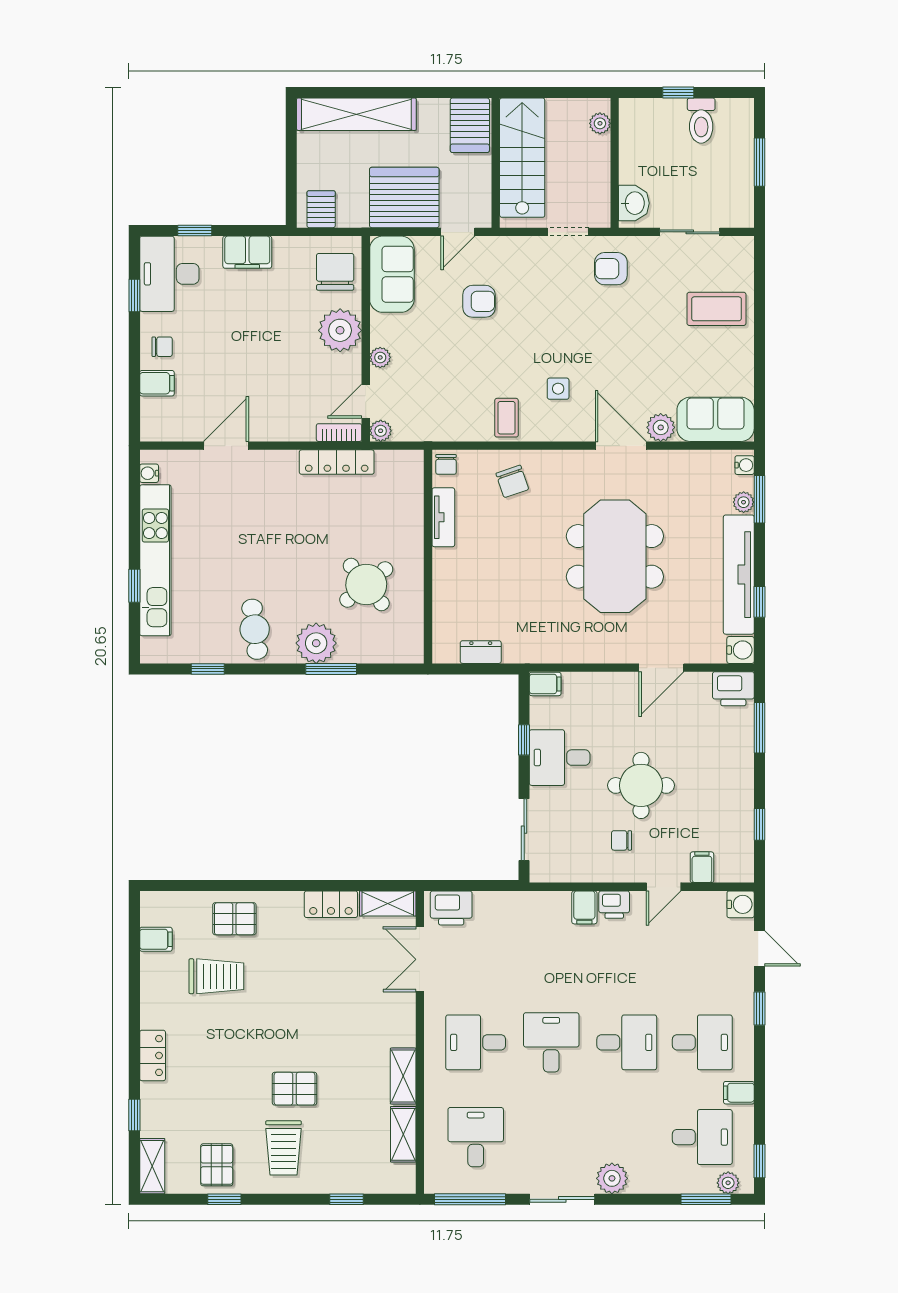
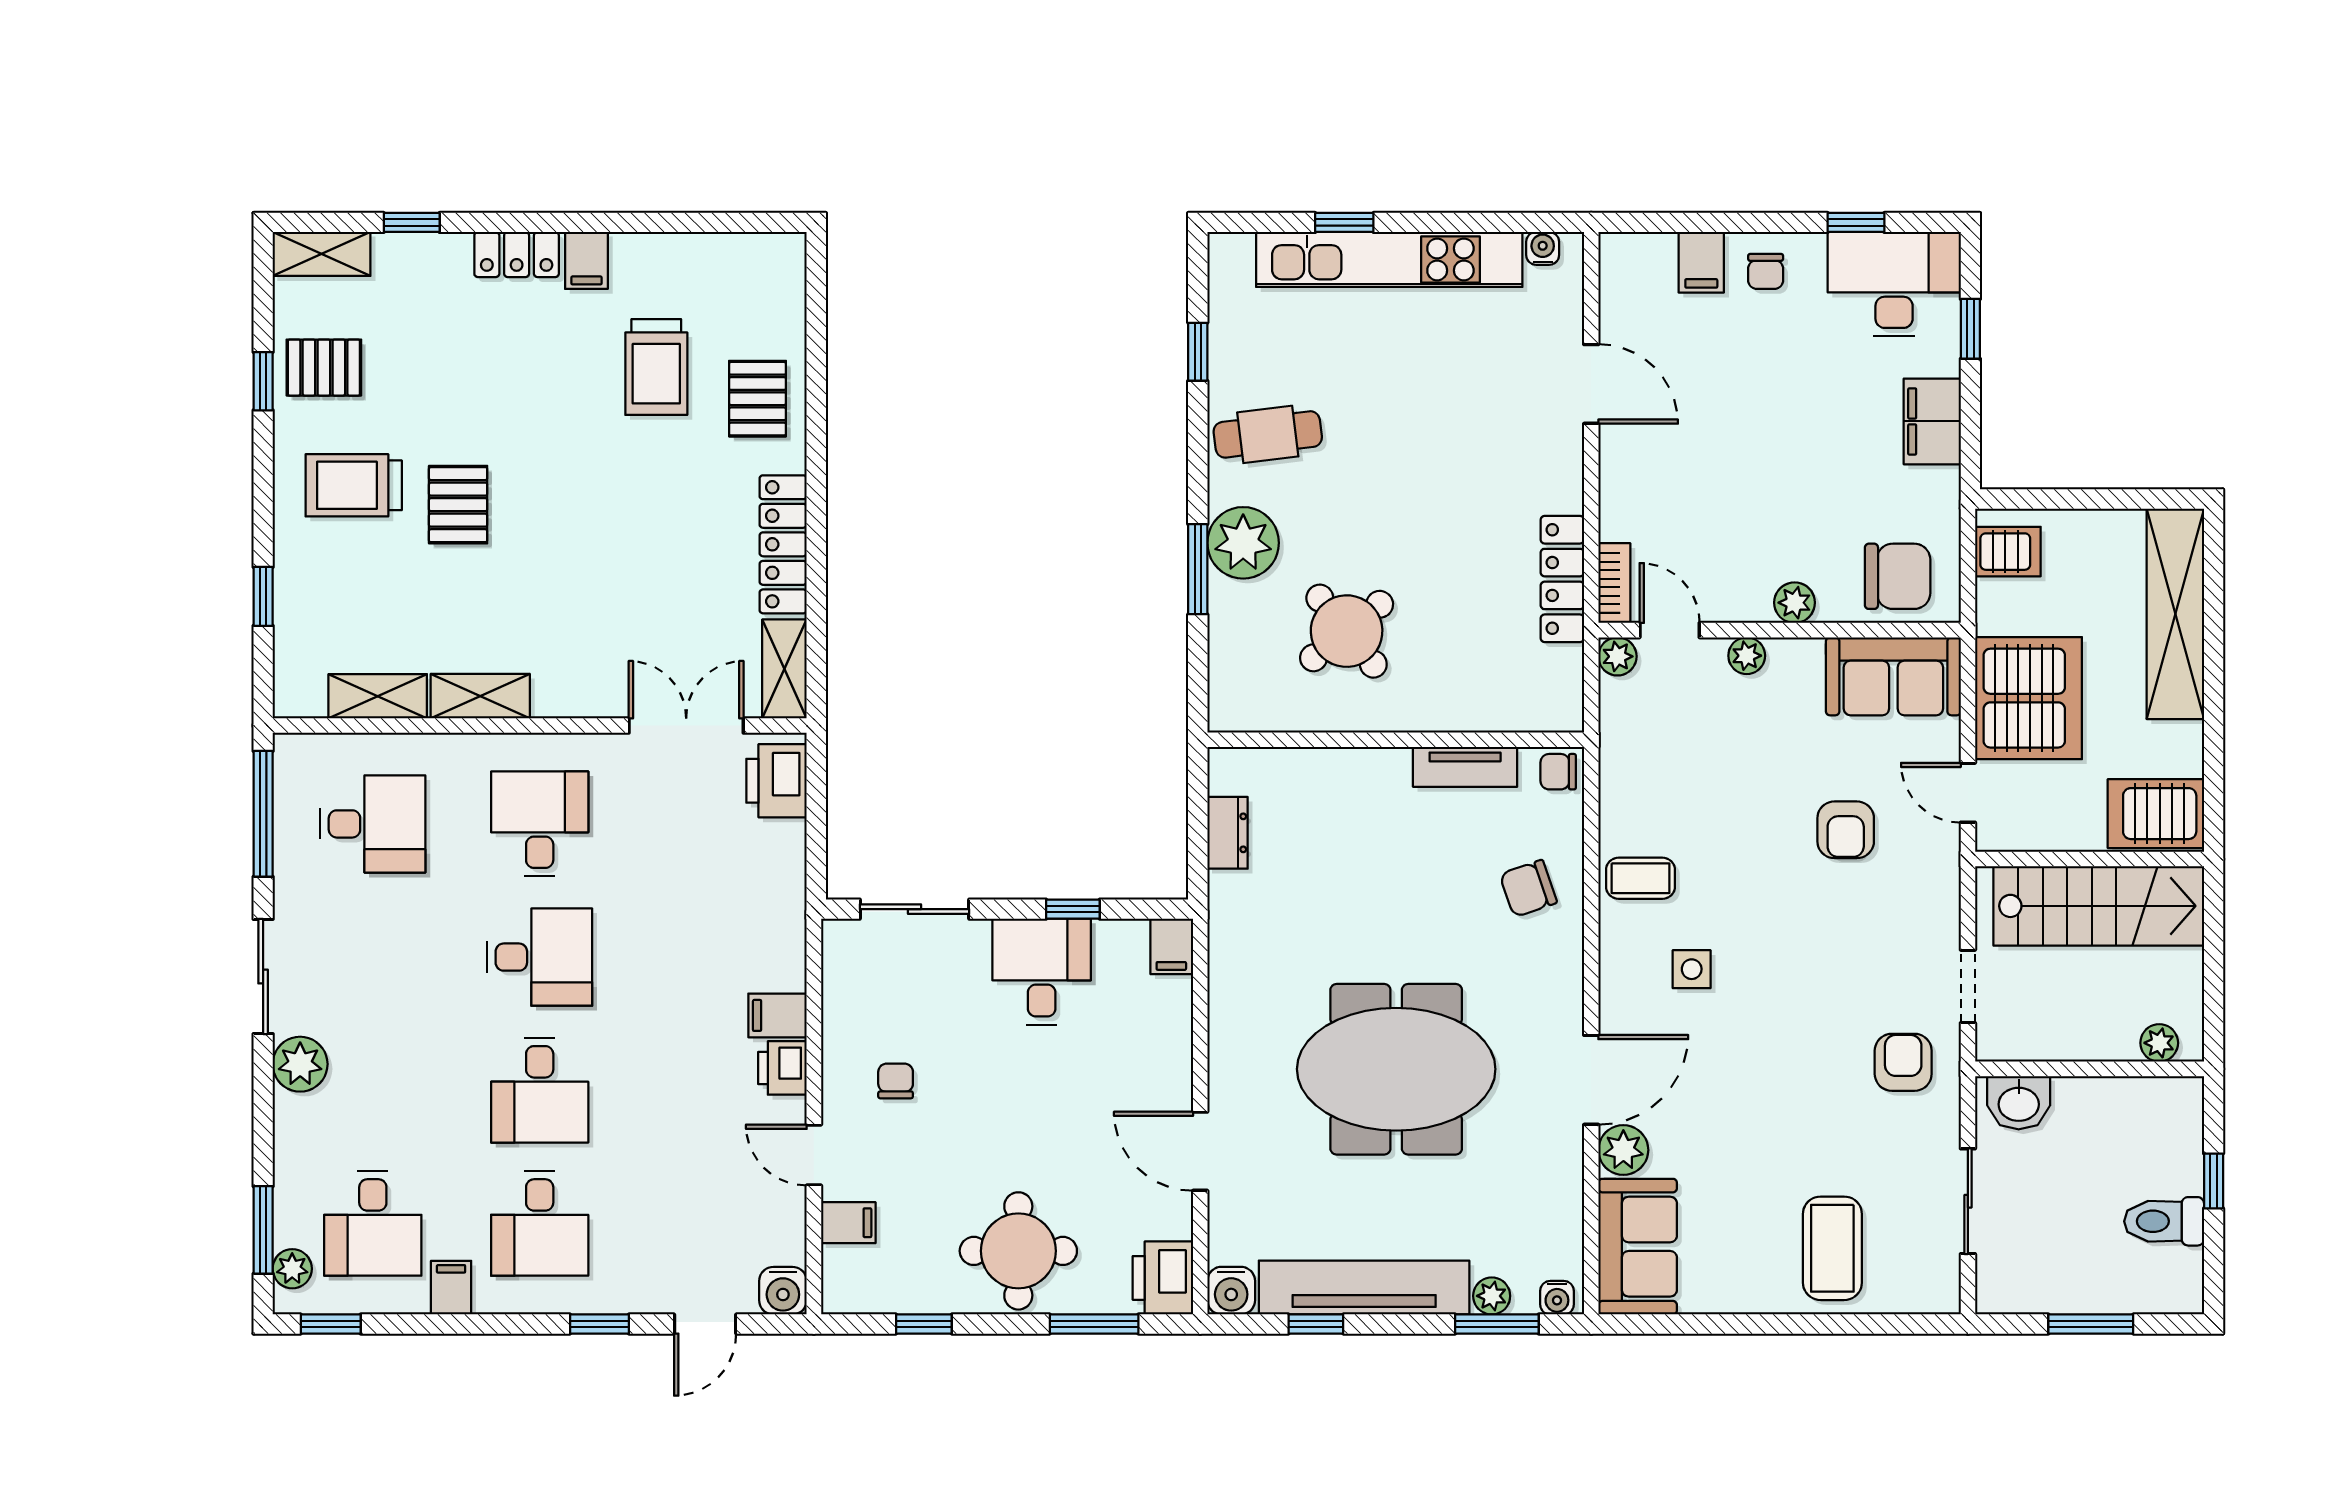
plant: (340, 330) -> (1795, 603), width x0.53, depth x0.53
round table: (641, 785) -> (1018, 1251), moved
locker: (331, 904) -> (783, 544), width x1.53
filing cabinet: (156, 939) -> (586, 260), moved

